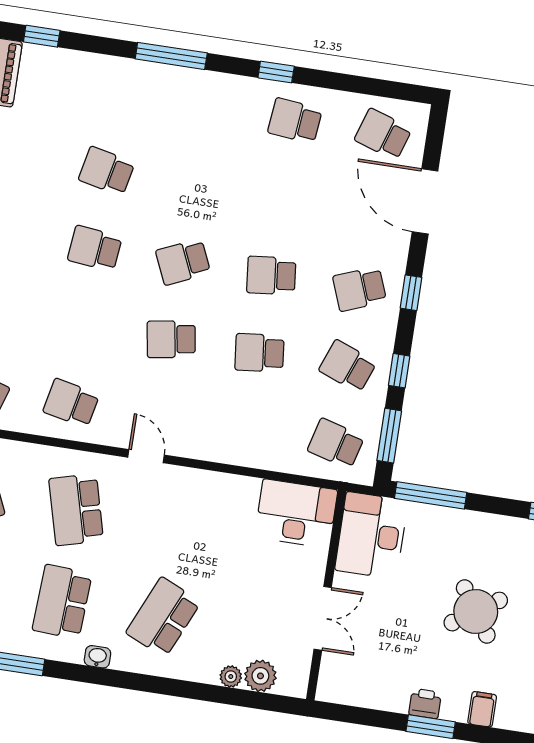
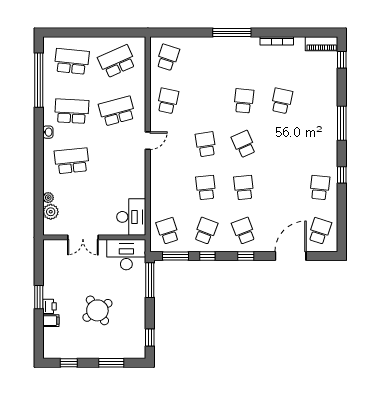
school desk: (336, 444) -> (168, 231), turned -33
school desk: (163, 617) -> (72, 161), turned -30
printer: (425, 704) -> (49, 306), moved

